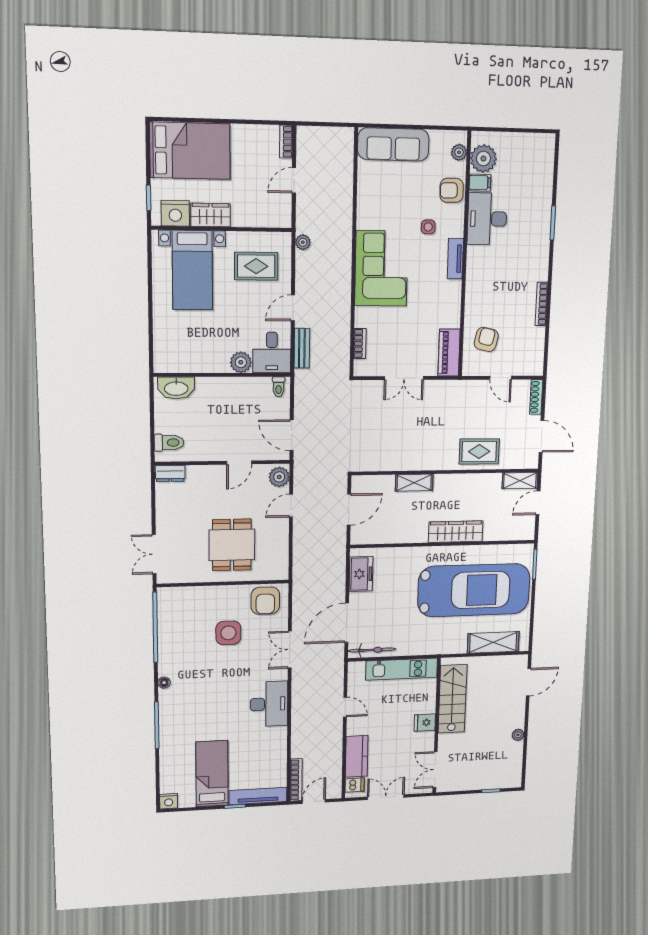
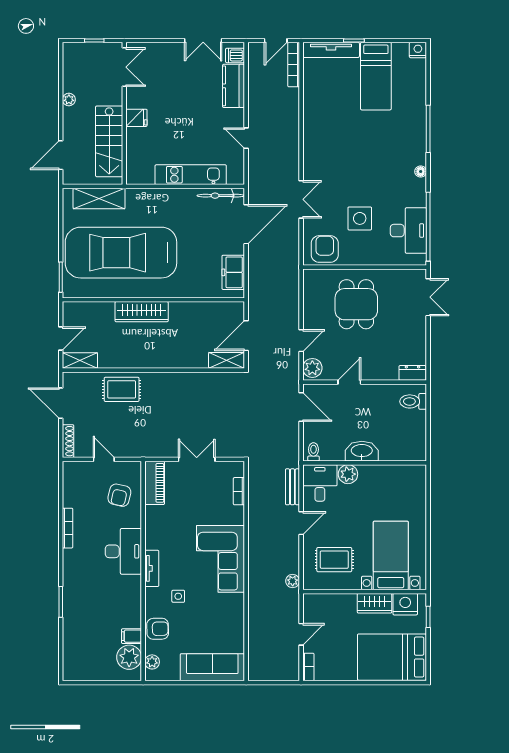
desk: (487, 219) -> (123, 551), moved
washbasin: (176, 388) -> (362, 451), moved
shelving: (414, 483) -> (227, 360), moved
stairs: (452, 699) -> (109, 141), moved
desk: (269, 704) -> (408, 231), moved, turned 180
fridge: (425, 723) -> (136, 118), moved
wall: (437, 726) -> (124, 113), moved
double door: (435, 770) -> (124, 67), moved

